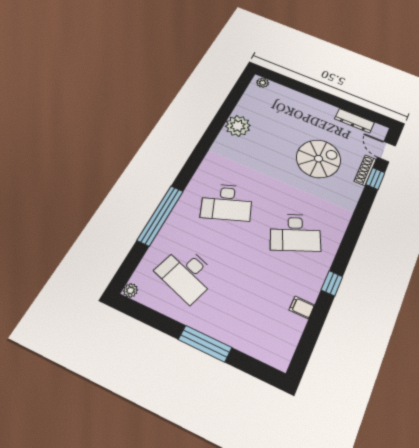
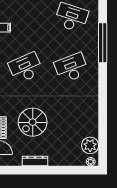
dresser: (354, 121) -> (35, 161), moved
plant: (238, 126) -> (90, 145), moved

